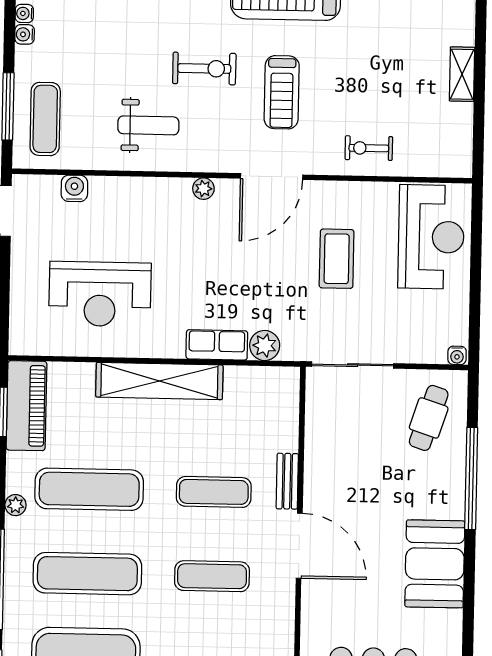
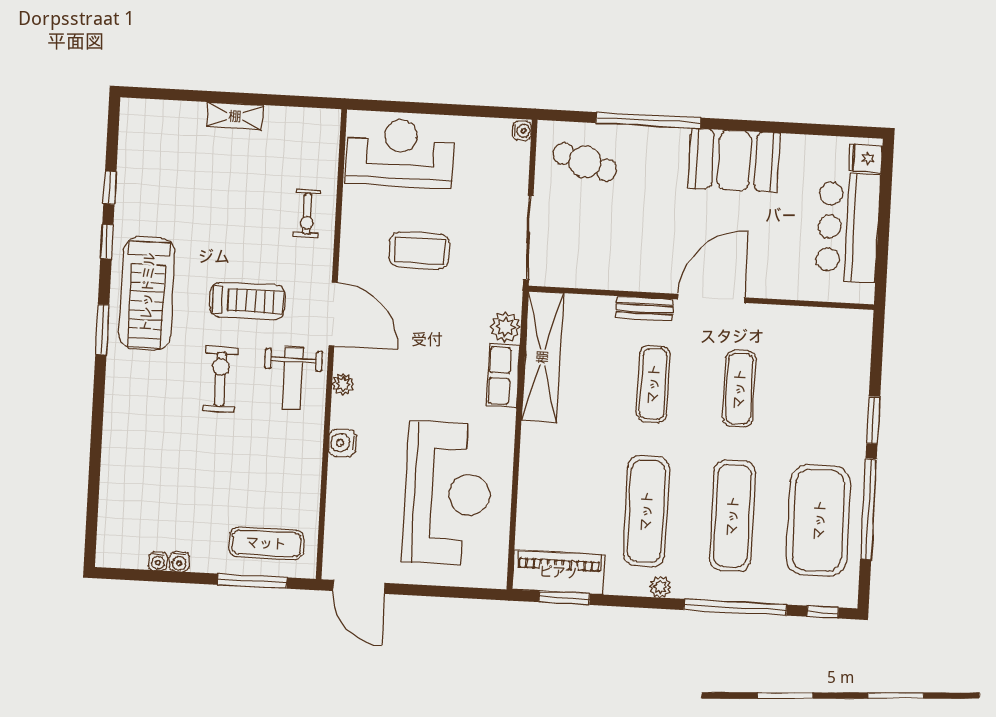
weight bench: (148, 125) -> (293, 379), moved, turned 180
water cooler: (74, 188) -> (342, 443), moved
reception desk: (100, 294) -> (447, 494), width x1.36, depth x1.30
shelving: (159, 381) -> (542, 357), moved

